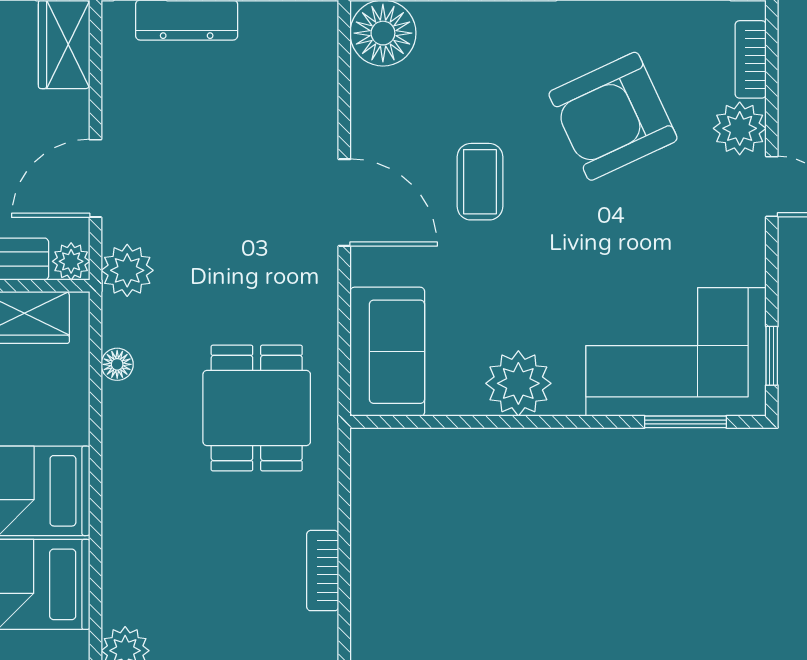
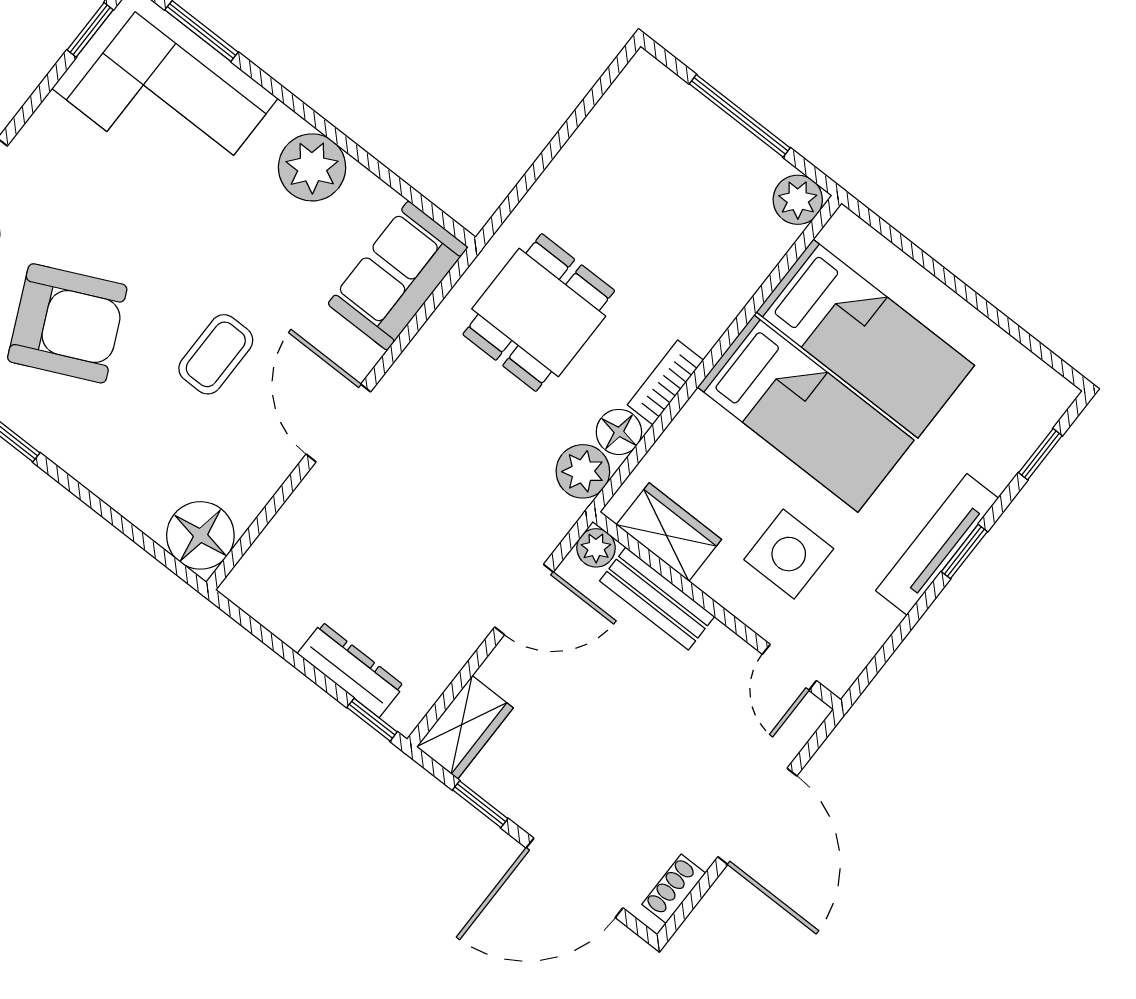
plant: (127, 270) -> (583, 471), moved
floor lamp: (117, 364) -> (619, 432), width x1.37, depth x1.37
bookcase: (323, 571) -> (665, 382), moved, turned 180

